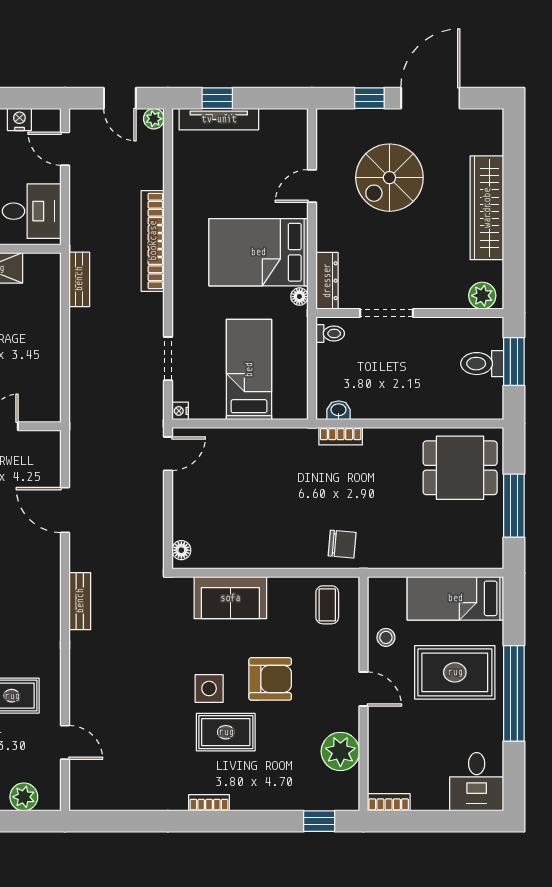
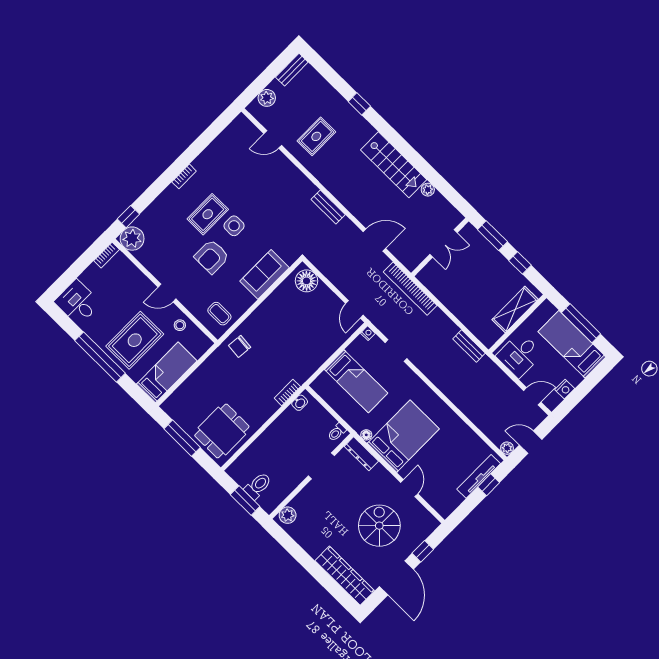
wardrobe: (487, 208) -> (345, 576), moved
bookcase: (153, 241) -> (410, 289), moved, turned 180
floor lamp: (181, 550) -> (307, 281), width x1.89, depth x1.89
plant: (340, 751) -> (132, 239), moved

